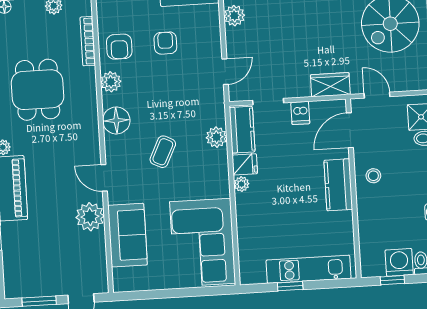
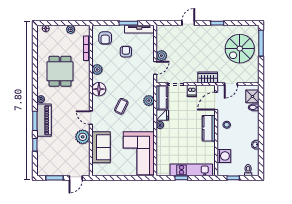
plant: (234, 16) -> (161, 56), moved
armchair: (119, 47) -> (105, 38), moved
door: (377, 95) -> (231, 84), swing flipped
washing machine: (399, 262) -> (224, 156), moved, turned 90

